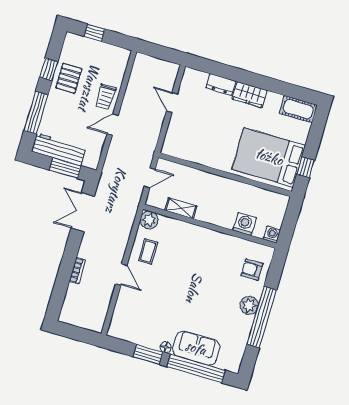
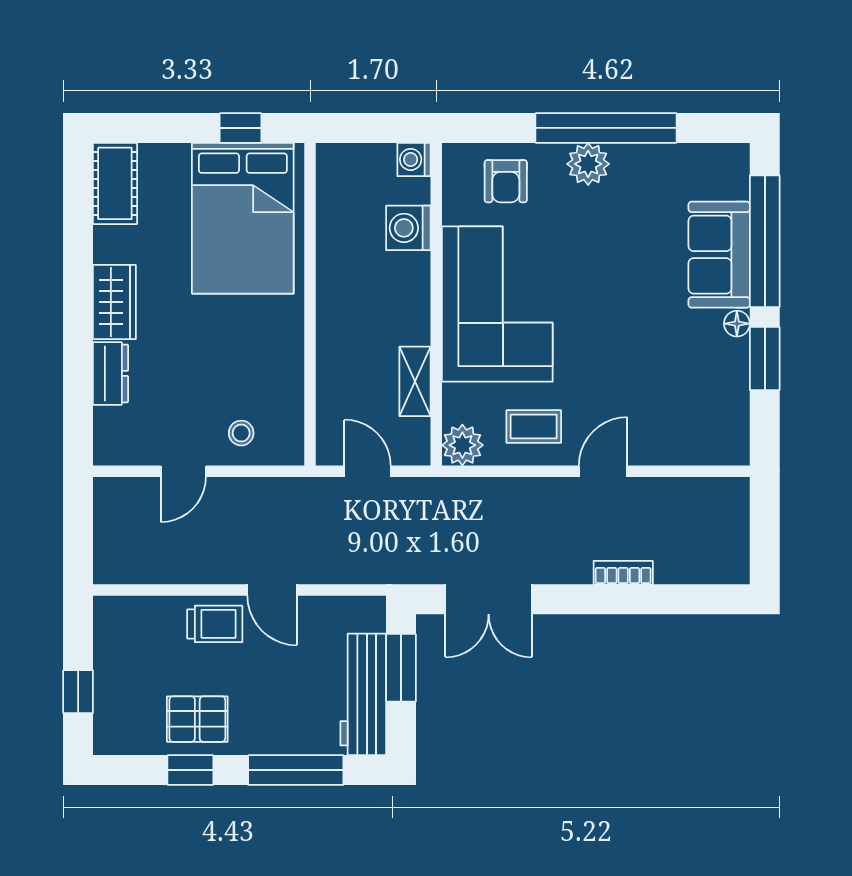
stool: (181, 131) -> (241, 433), added
corner sofa: (203, 251) -> (497, 304), added

